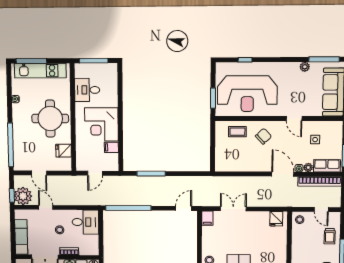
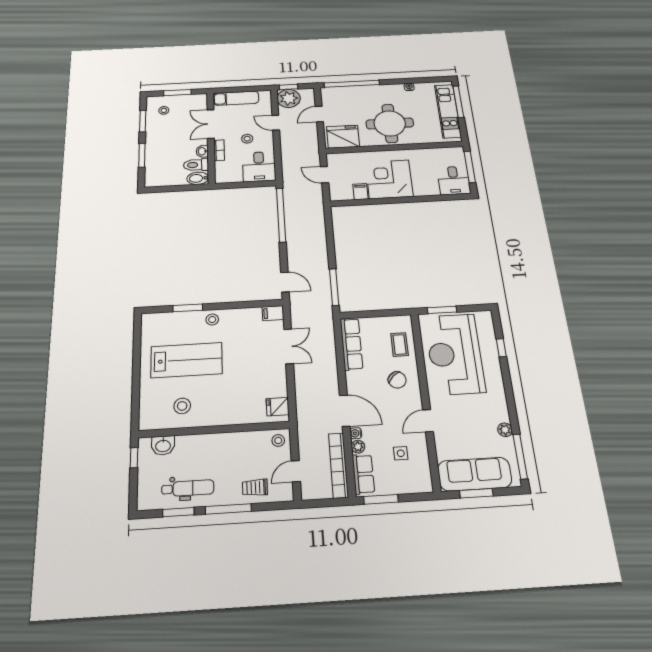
desk: (87, 90) -> (454, 180), moved, turned 180
fridge: (64, 151) -> (343, 137), width x1.88, depth x1.34
row of seats: (235, 165) -> (351, 344), added
window: (151, 174) -> (334, 287), moved
door: (283, 174) -> (345, 411), hinge flipped
door: (46, 207) -> (276, 123), swing flipped

